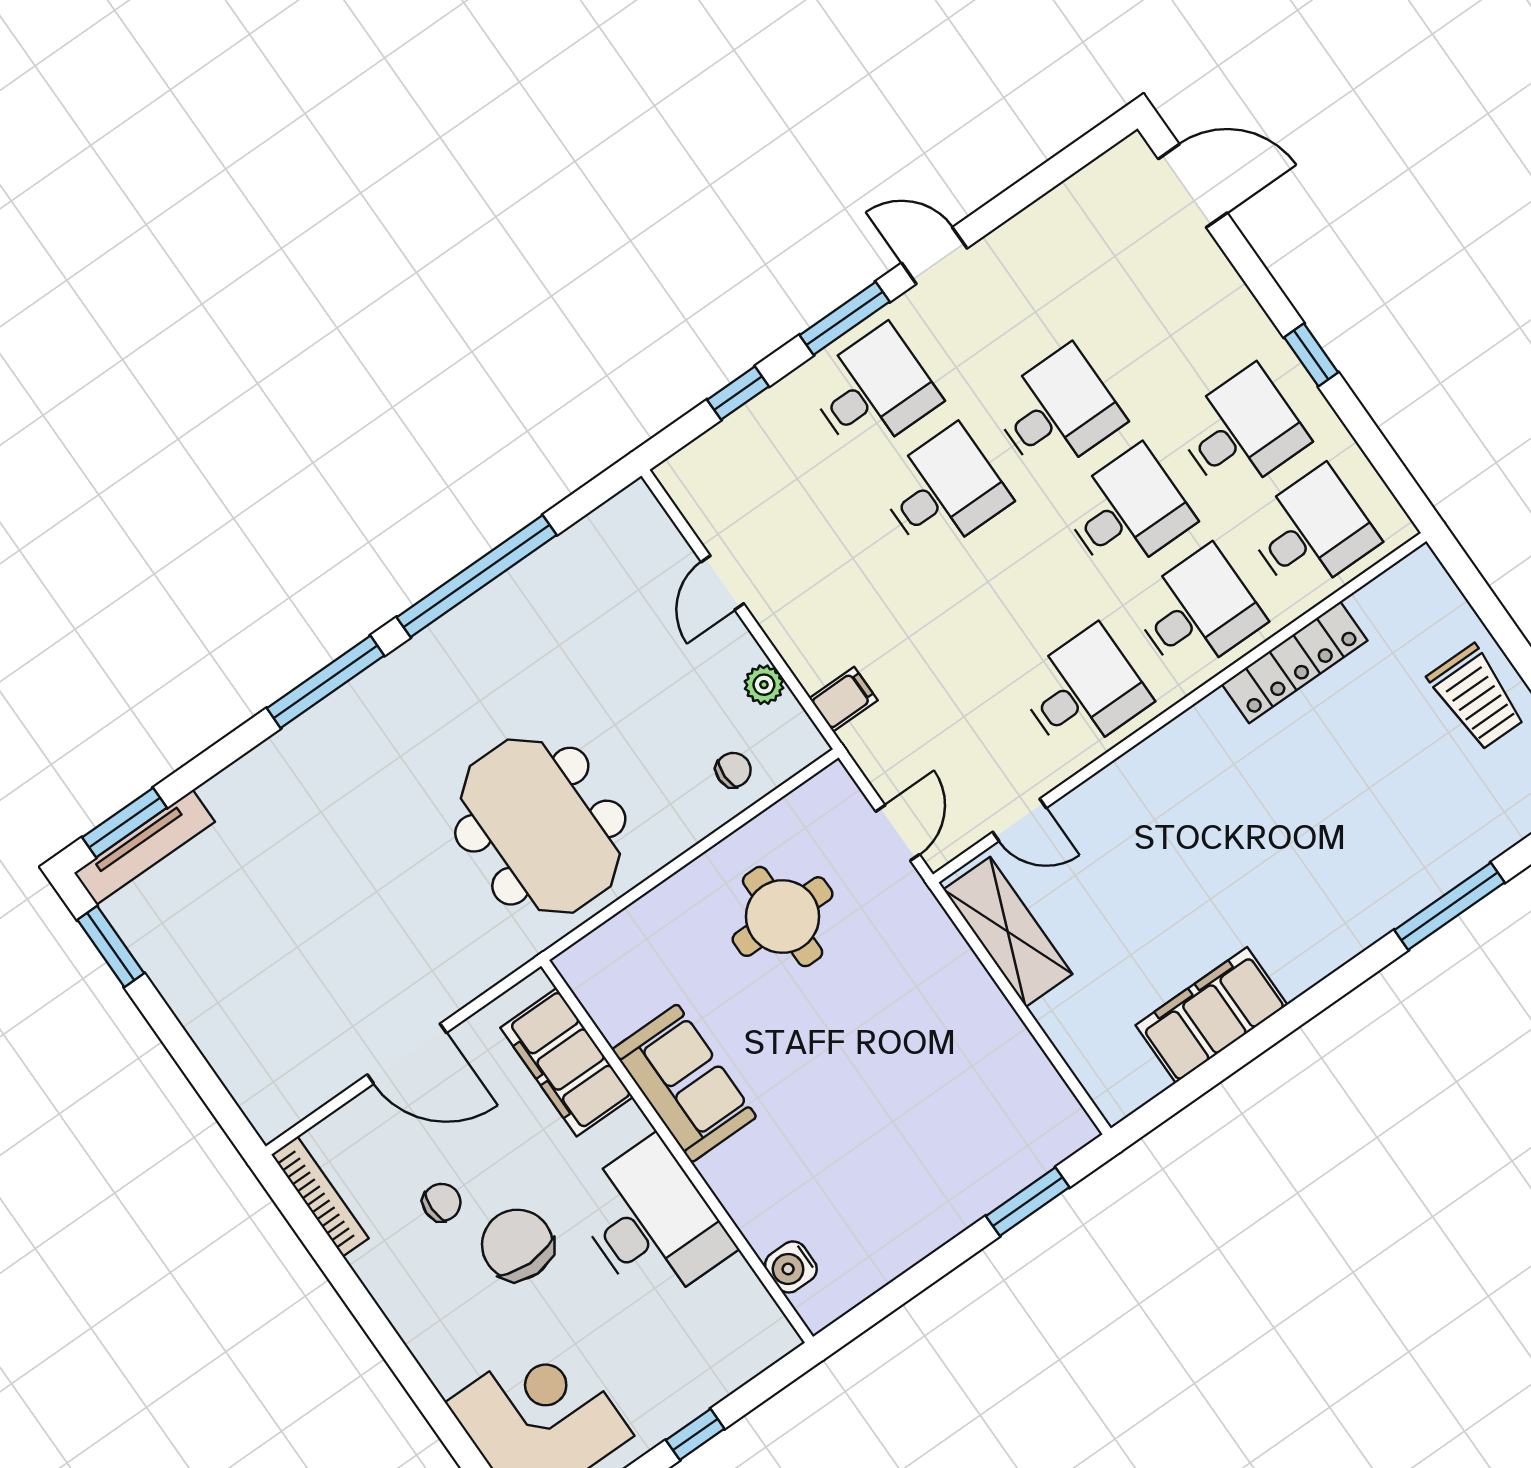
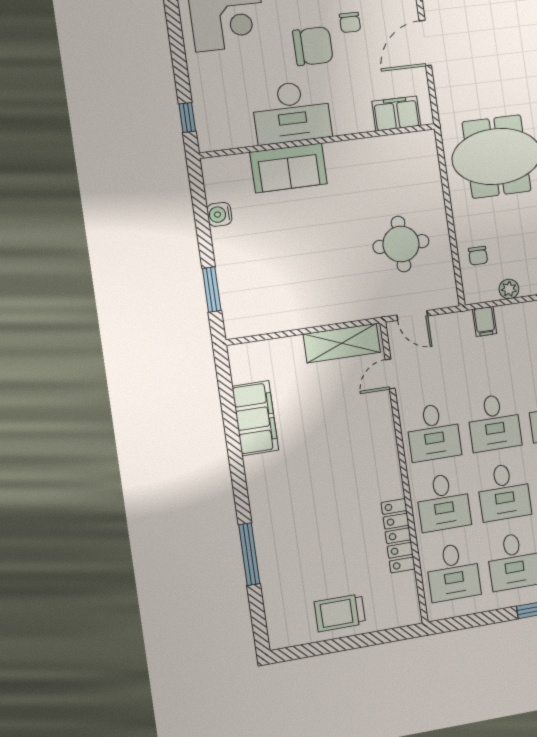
desk: (1013, 591) -> (494, 423), added
filing cabinet: (567, 1062) -> (396, 113), width x0.67, depth x0.86
sofa: (684, 1083) -> (289, 168), moved
water cooler: (791, 1267) -> (219, 214), moved, turned -90
window: (695, 1434) -> (187, 118), moved

